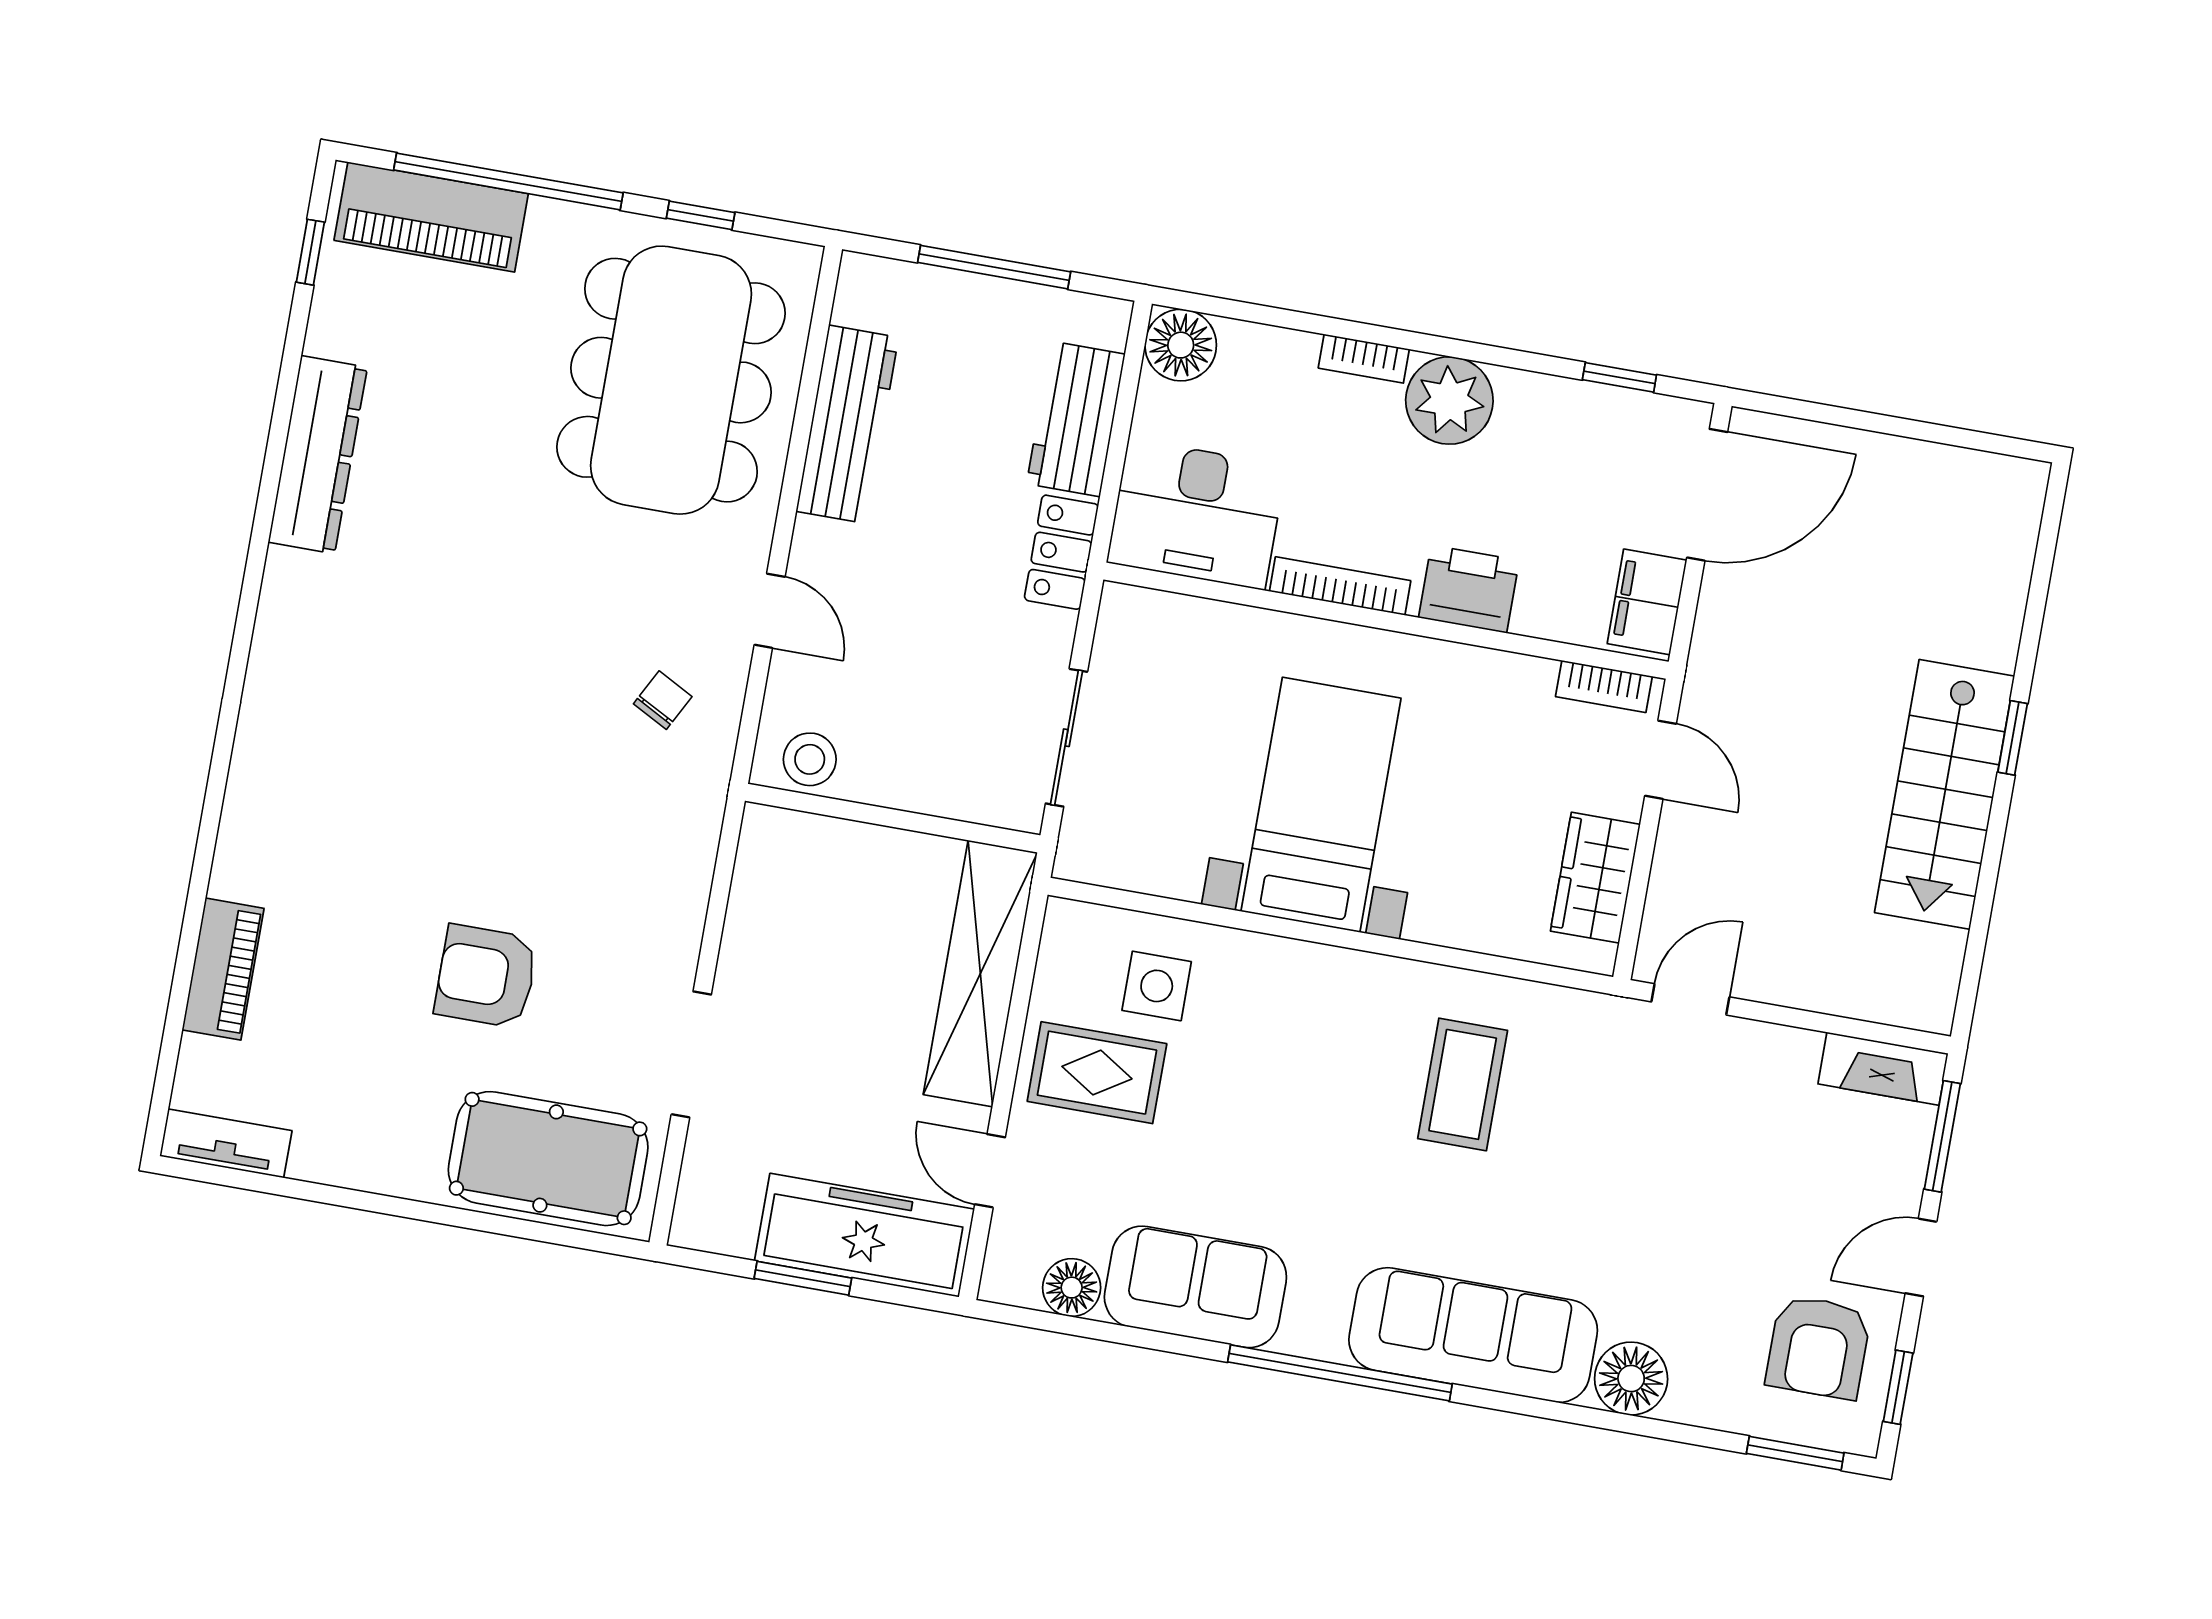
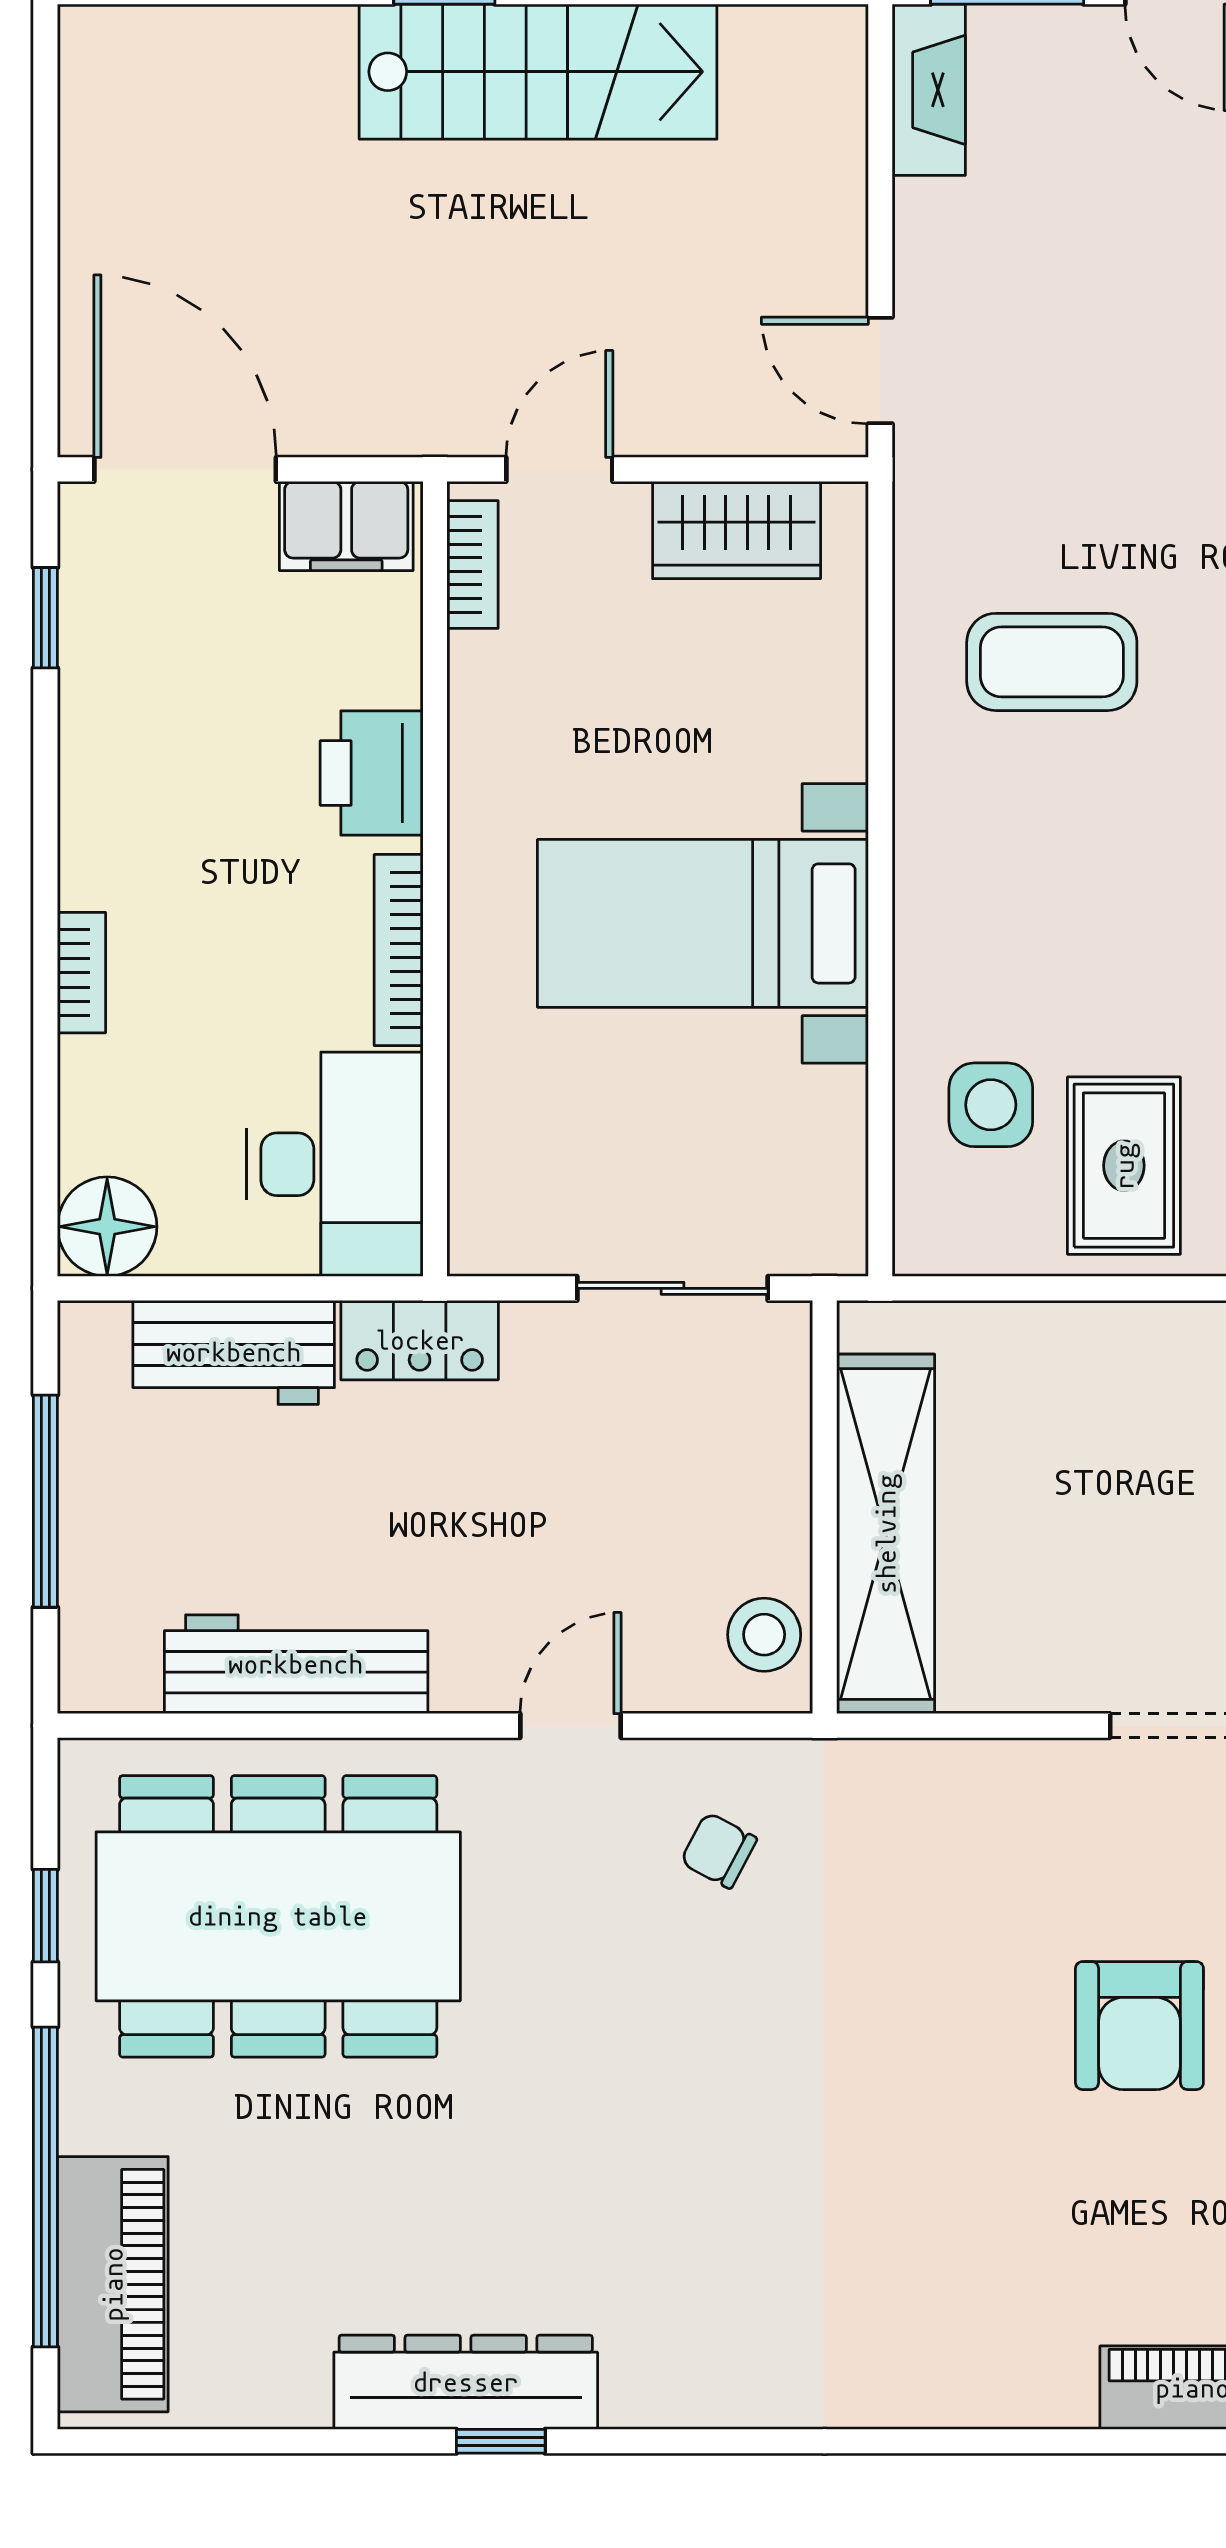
window: (310, 252) -> (501, 2441), moved
plant: (1449, 401) -> (118, 845), removed
shelving: (980, 974) -> (886, 1534), moved, turned 90

